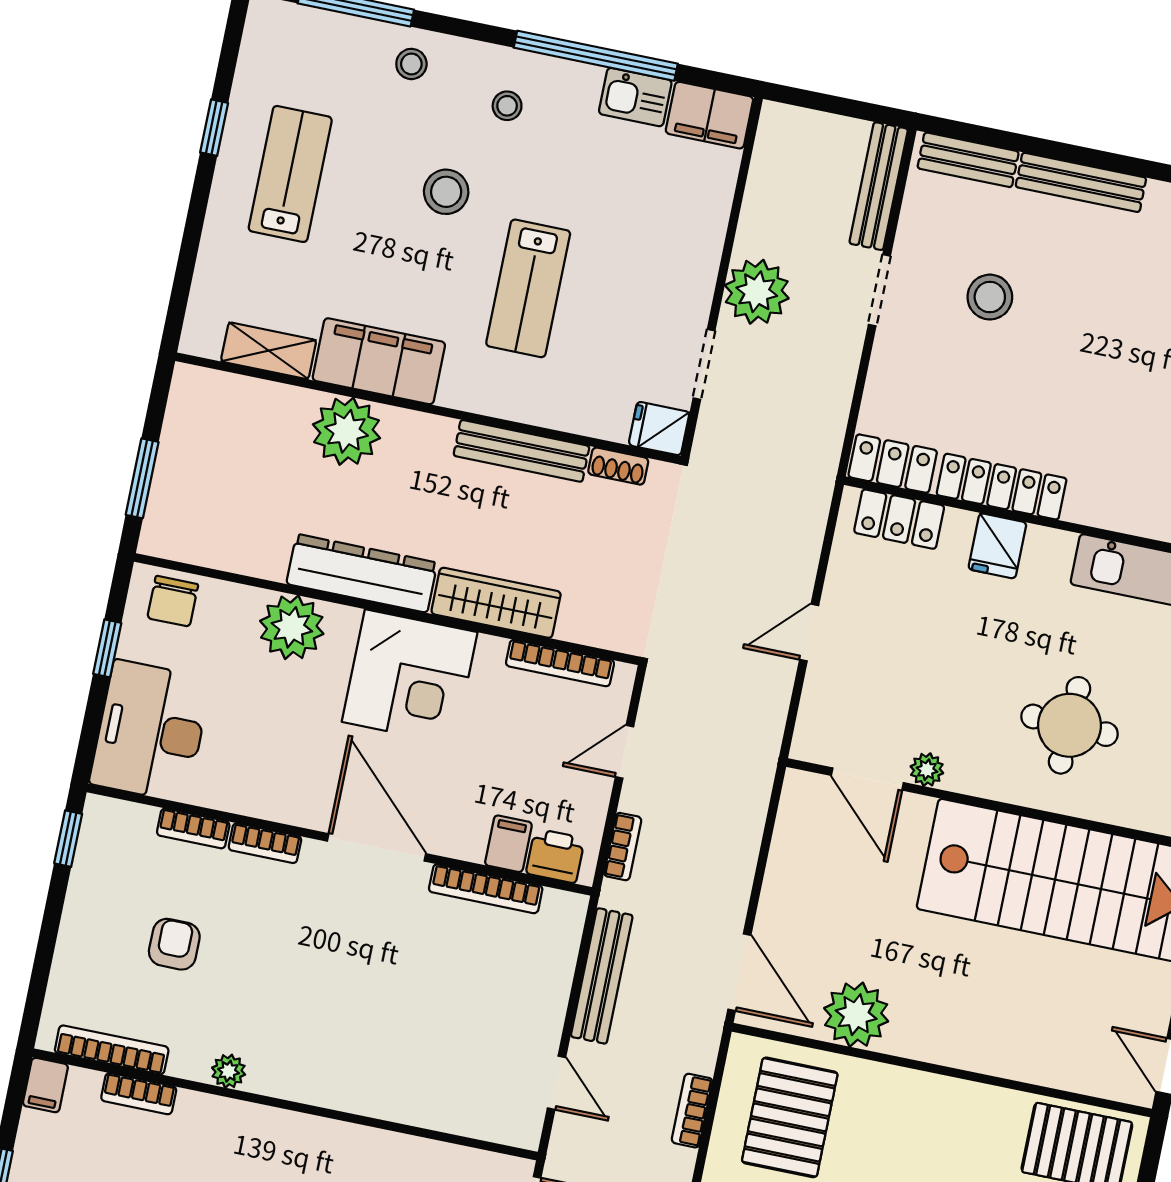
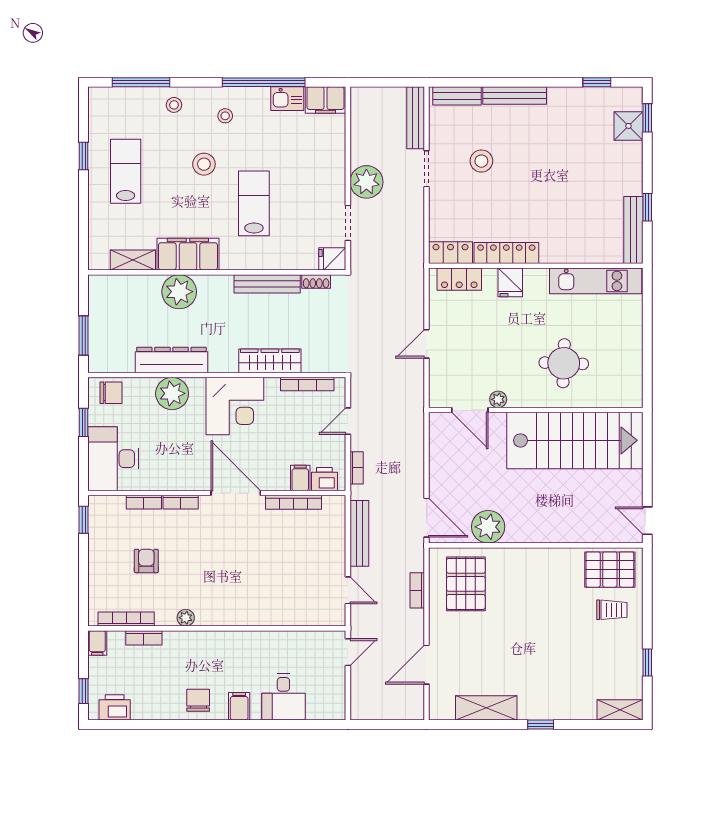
lab bench: (528, 288) -> (254, 203), turned 180
dresser: (362, 573) -> (171, 360), moved
chair: (173, 601) -> (111, 393), turned -90

